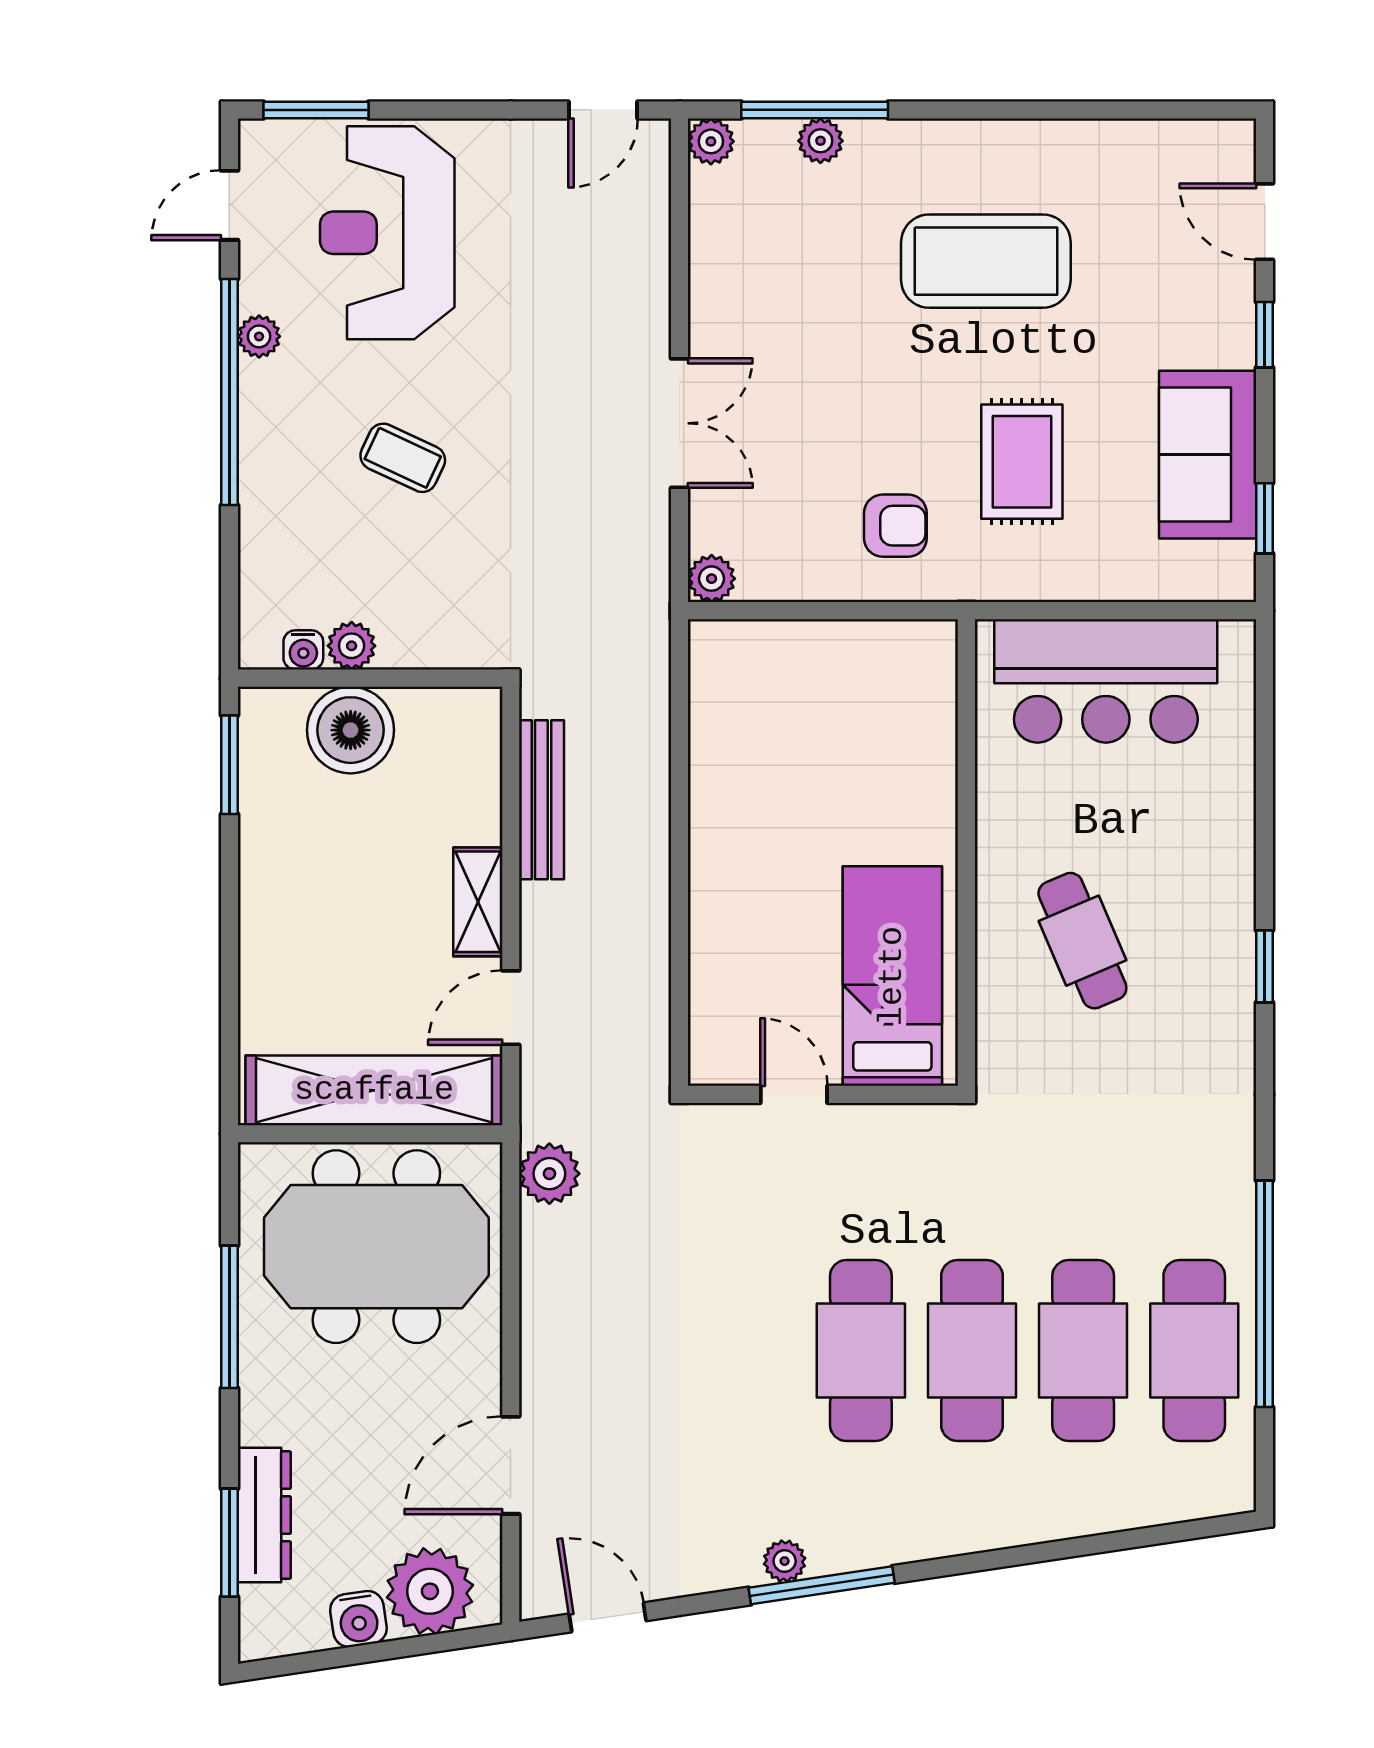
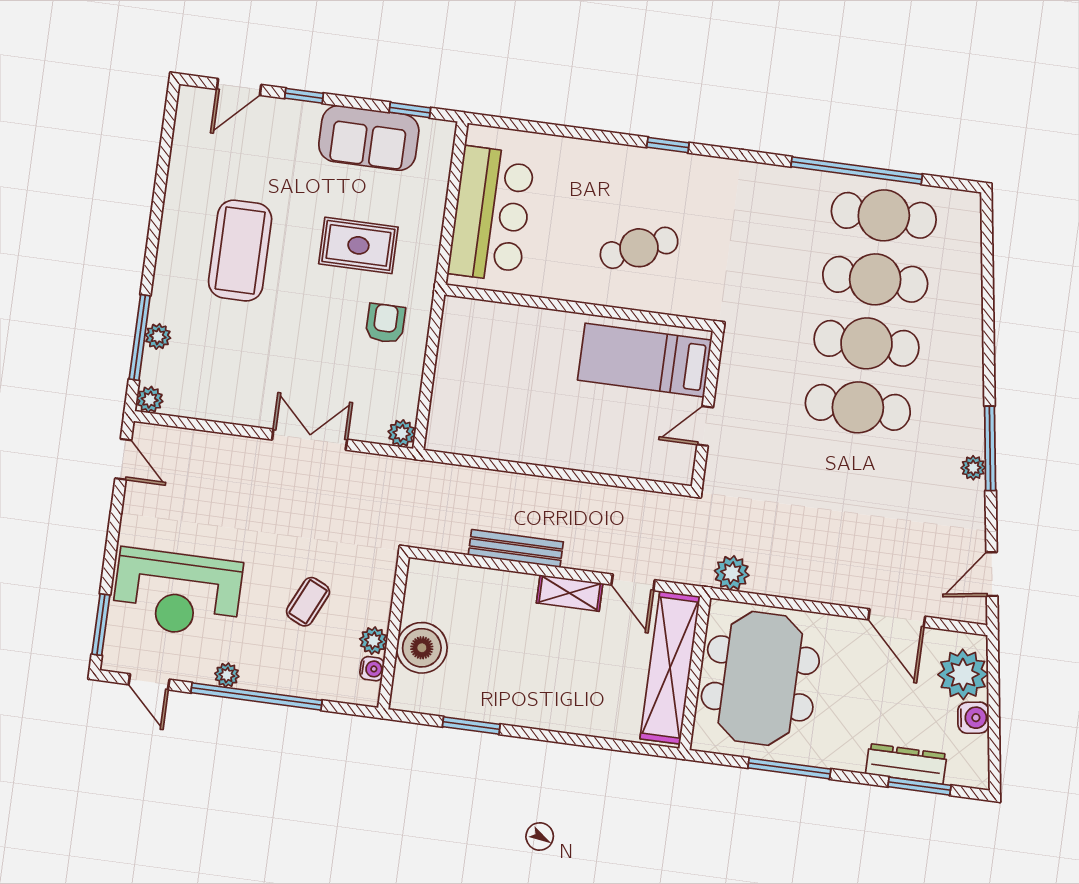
plant: (352, 646) -> (373, 641), moved
water cooler: (303, 650) -> (372, 669), moved
wall: (370, 678) -> (393, 632), moved
boiler: (351, 730) -> (422, 648), moved

